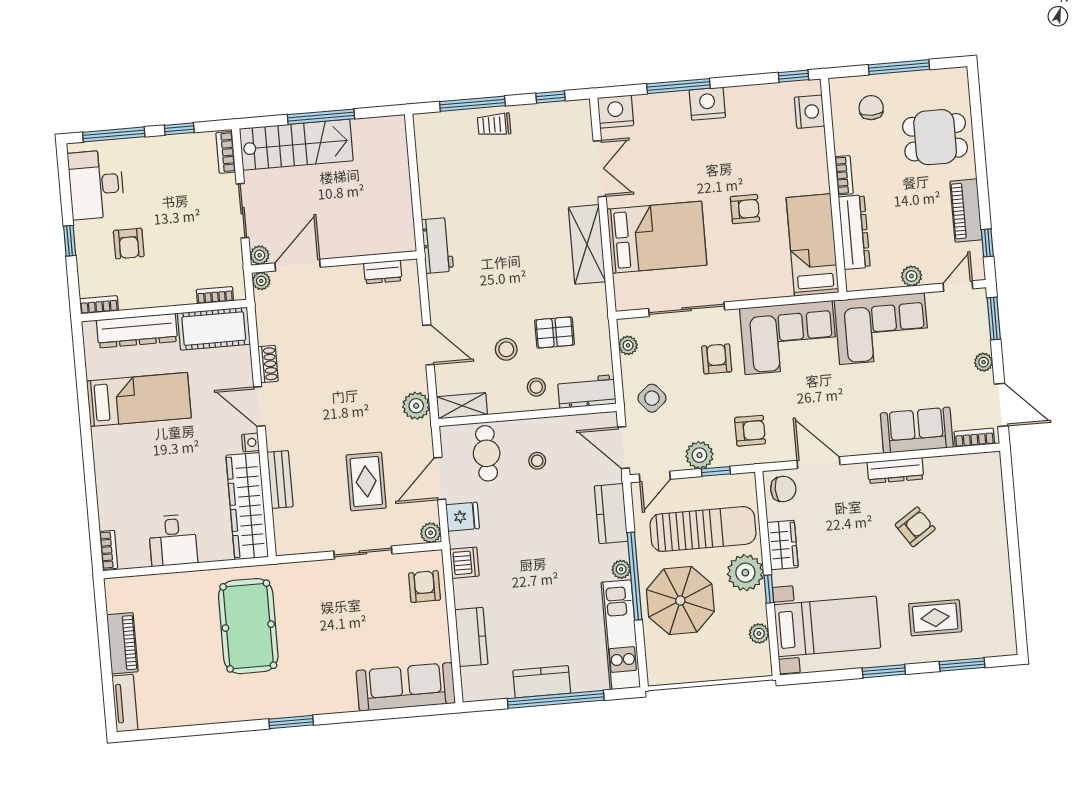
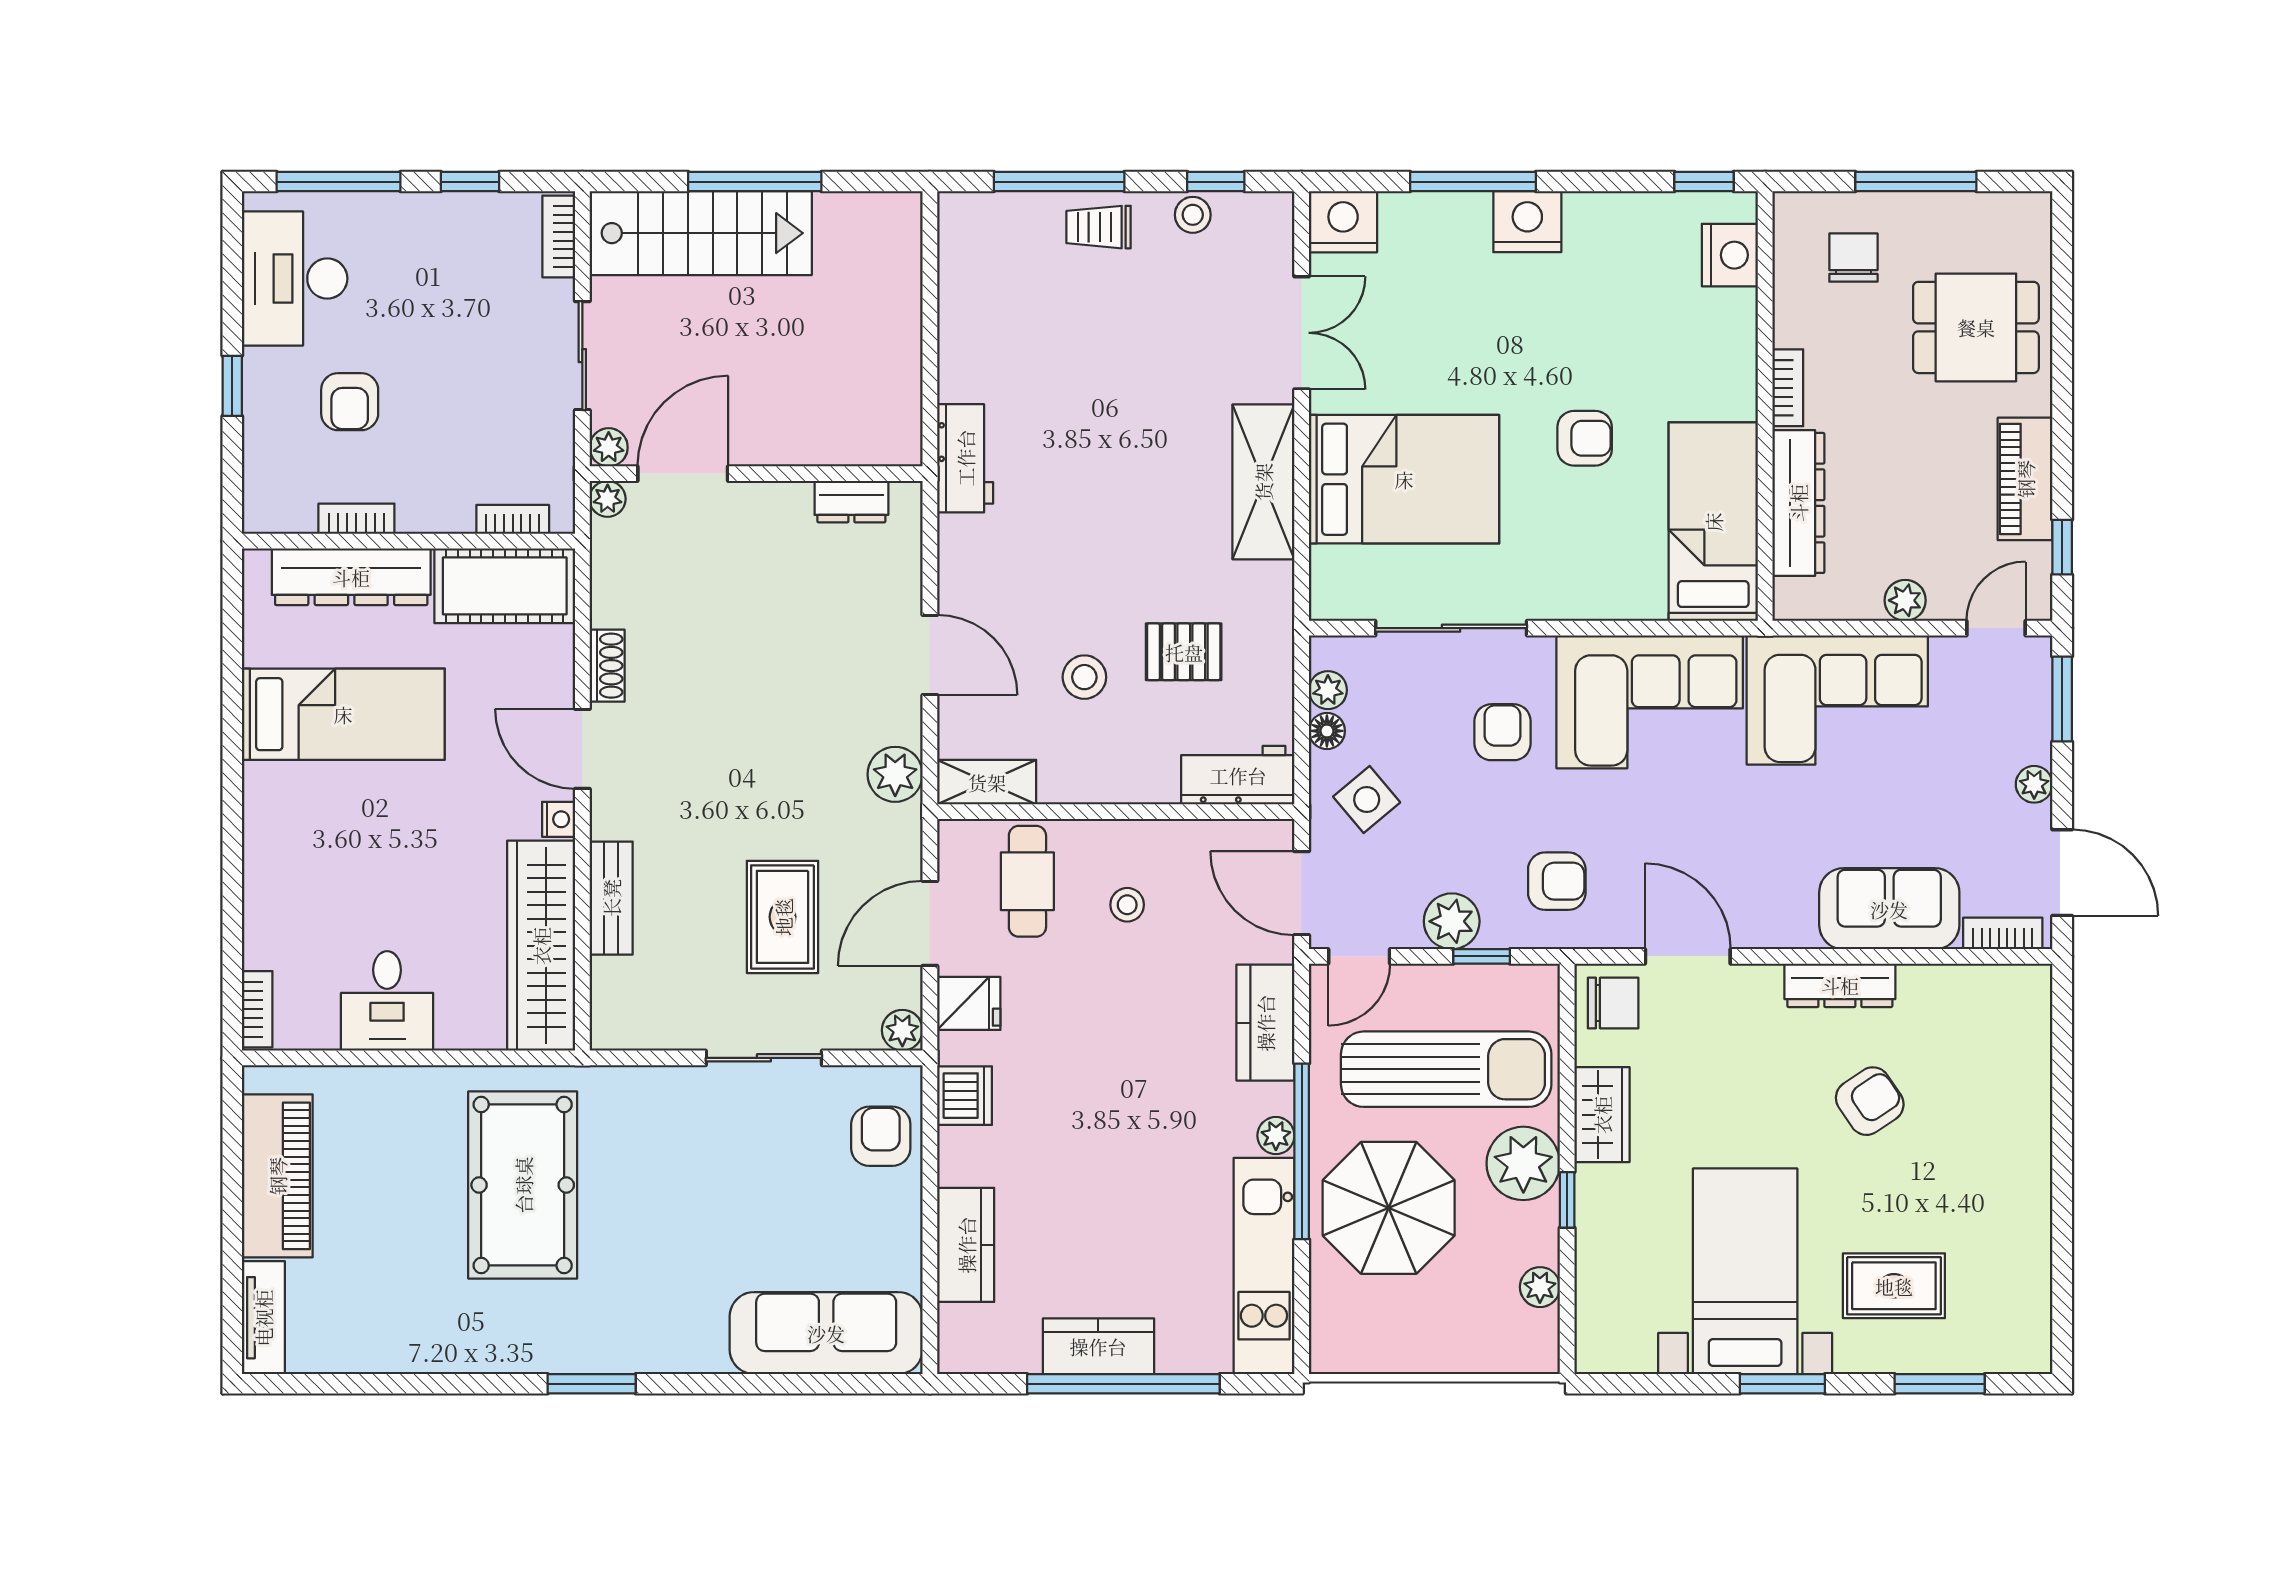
bookcase: (99, 305) -> (356, 519), moved
floor lamp: (629, 366) -> (1327, 731), added
stool: (536, 387) -> (1193, 215), moved
bed with nightstands: (827, 626) -> (1745, 1271), moved, turned -90
piano: (122, 643) -> (277, 1176), width x1.37, depth x1.33

